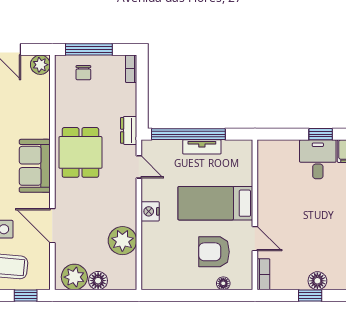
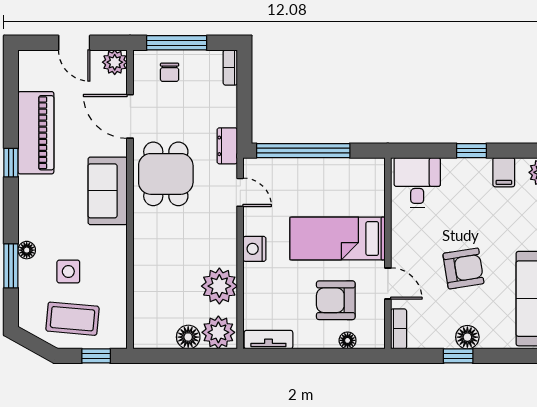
tv unit: (202, 147) -> (268, 340), moved, turned 180
desk: (318, 159) -> (417, 183), moved
door: (52, 226) -> (130, 116), moved
armchair: (314, 227) -> (463, 268), added
plant: (74, 277) -> (218, 332), moved

